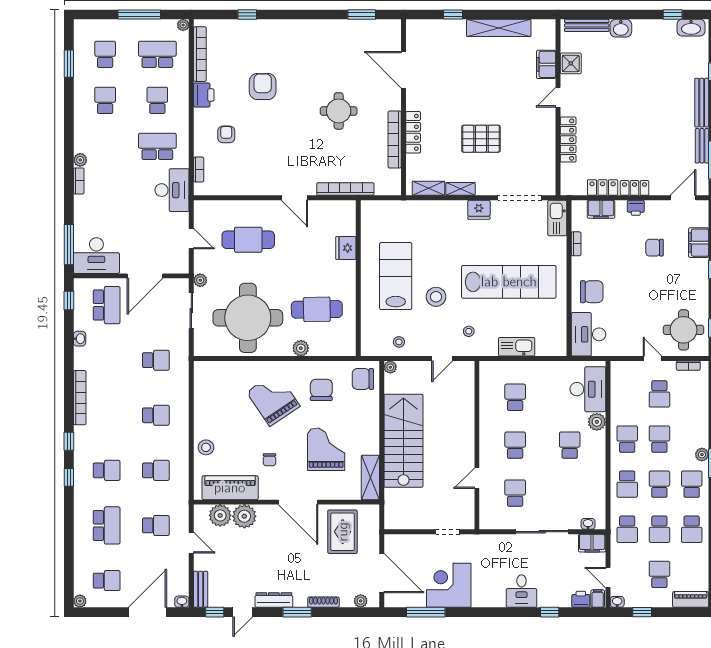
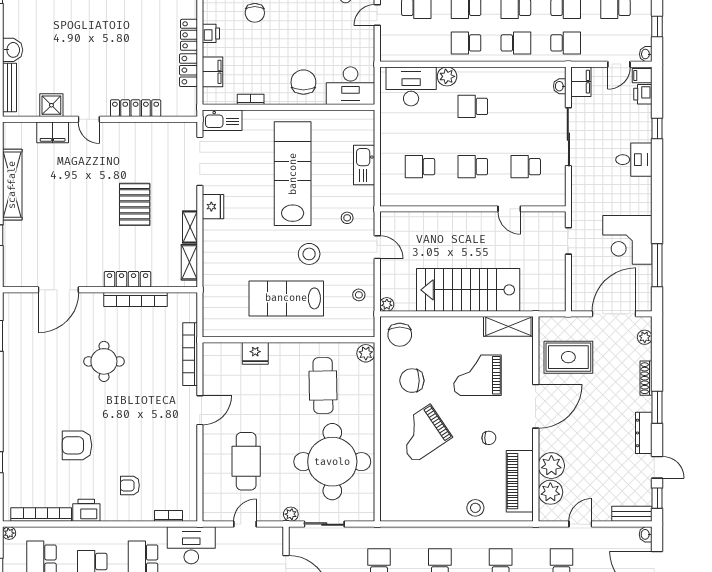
plant: (301, 348) -> (366, 353), moved

